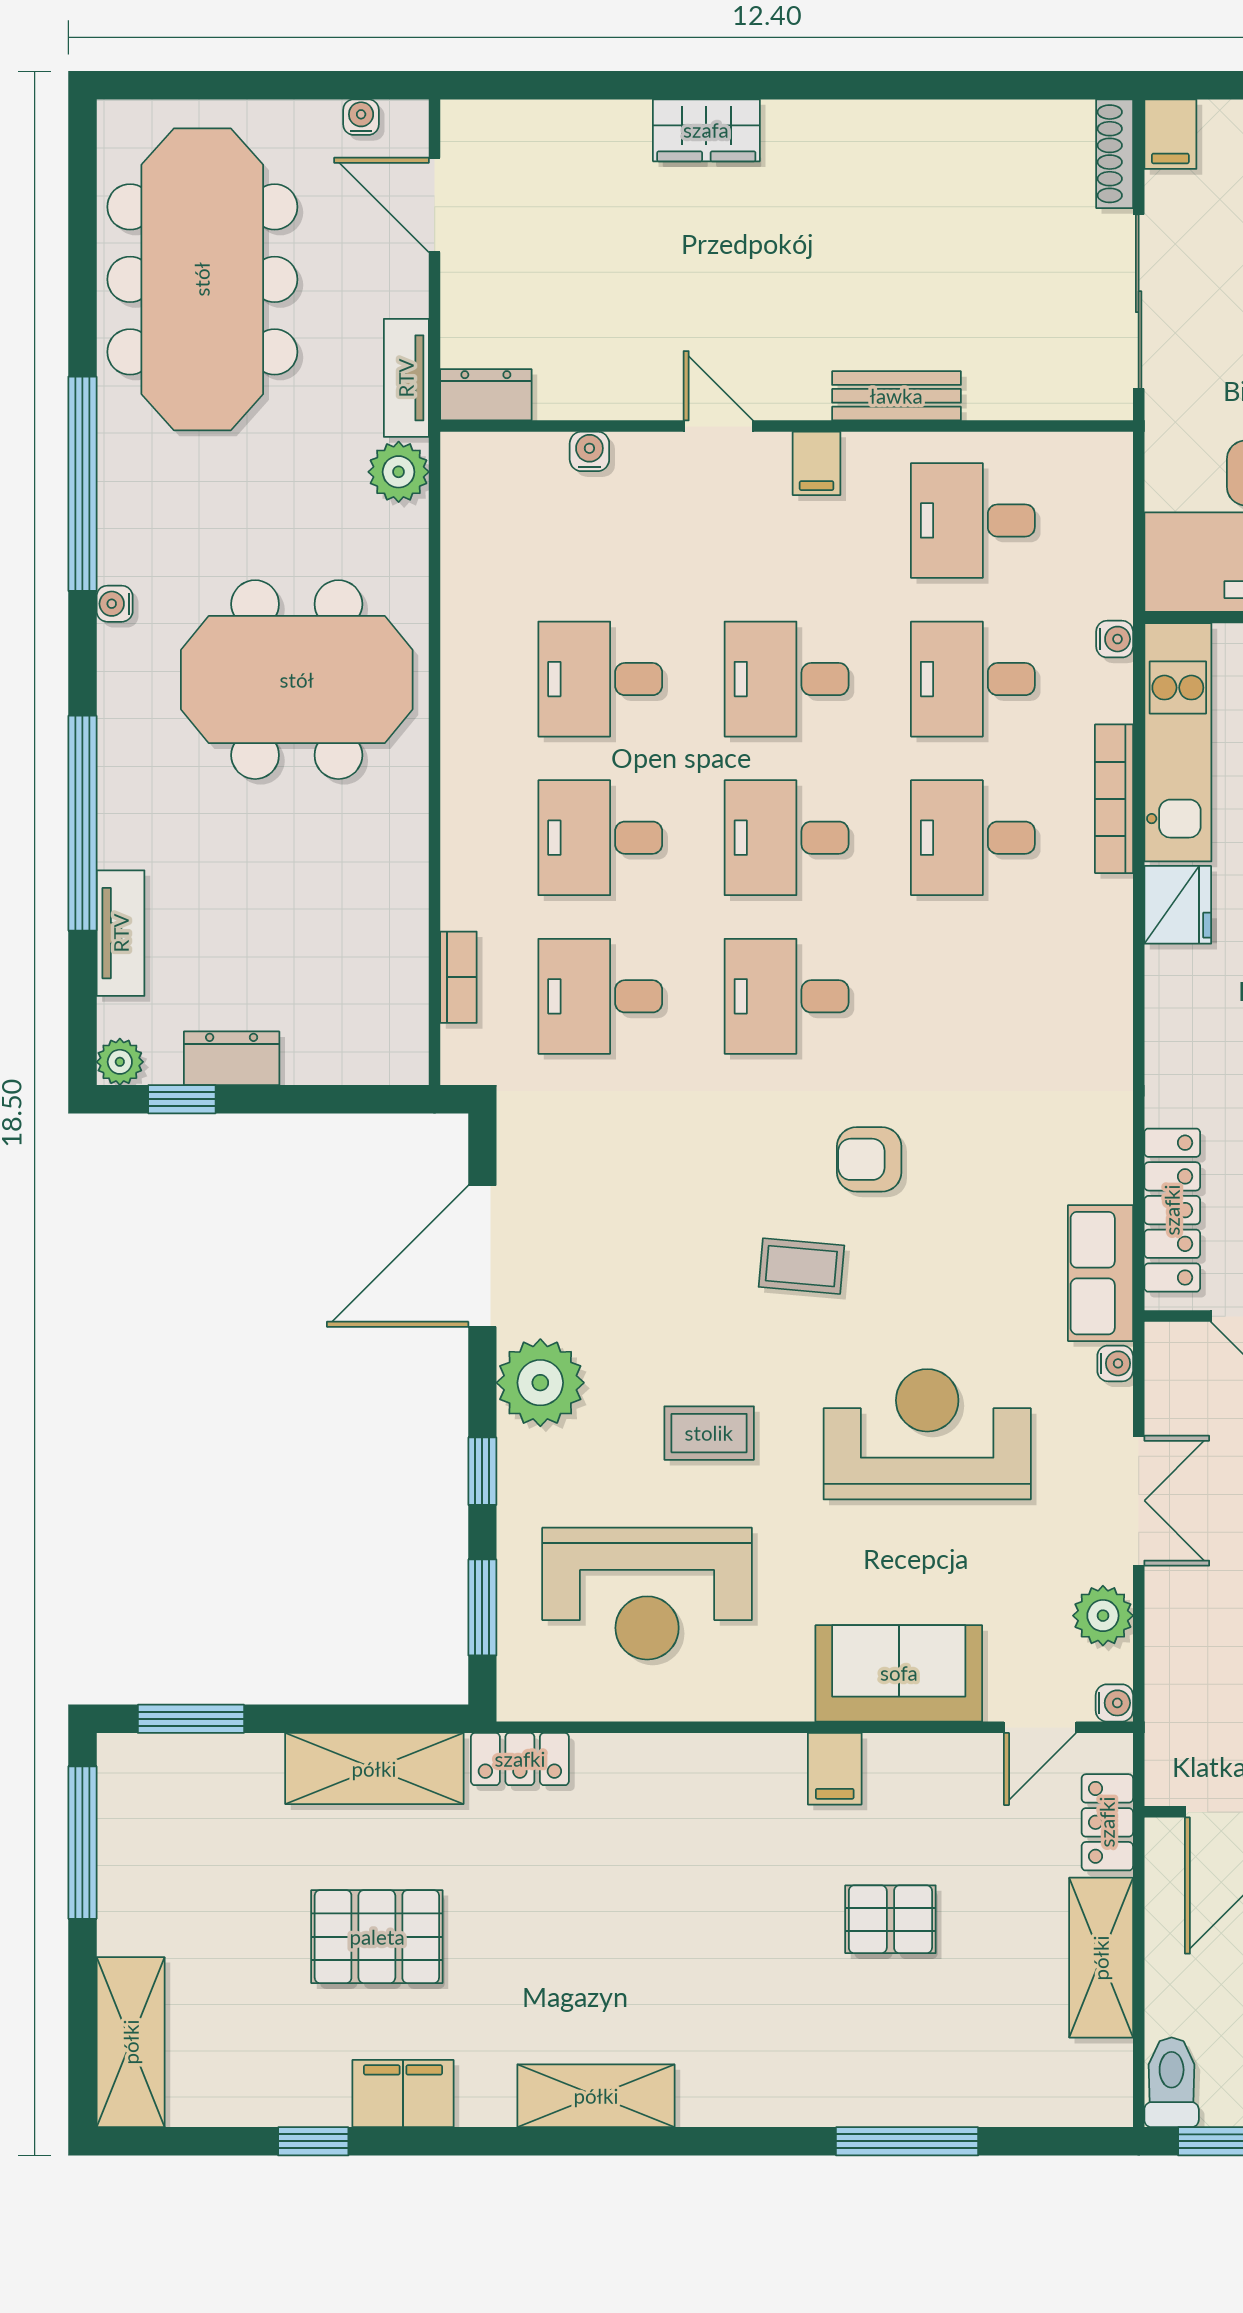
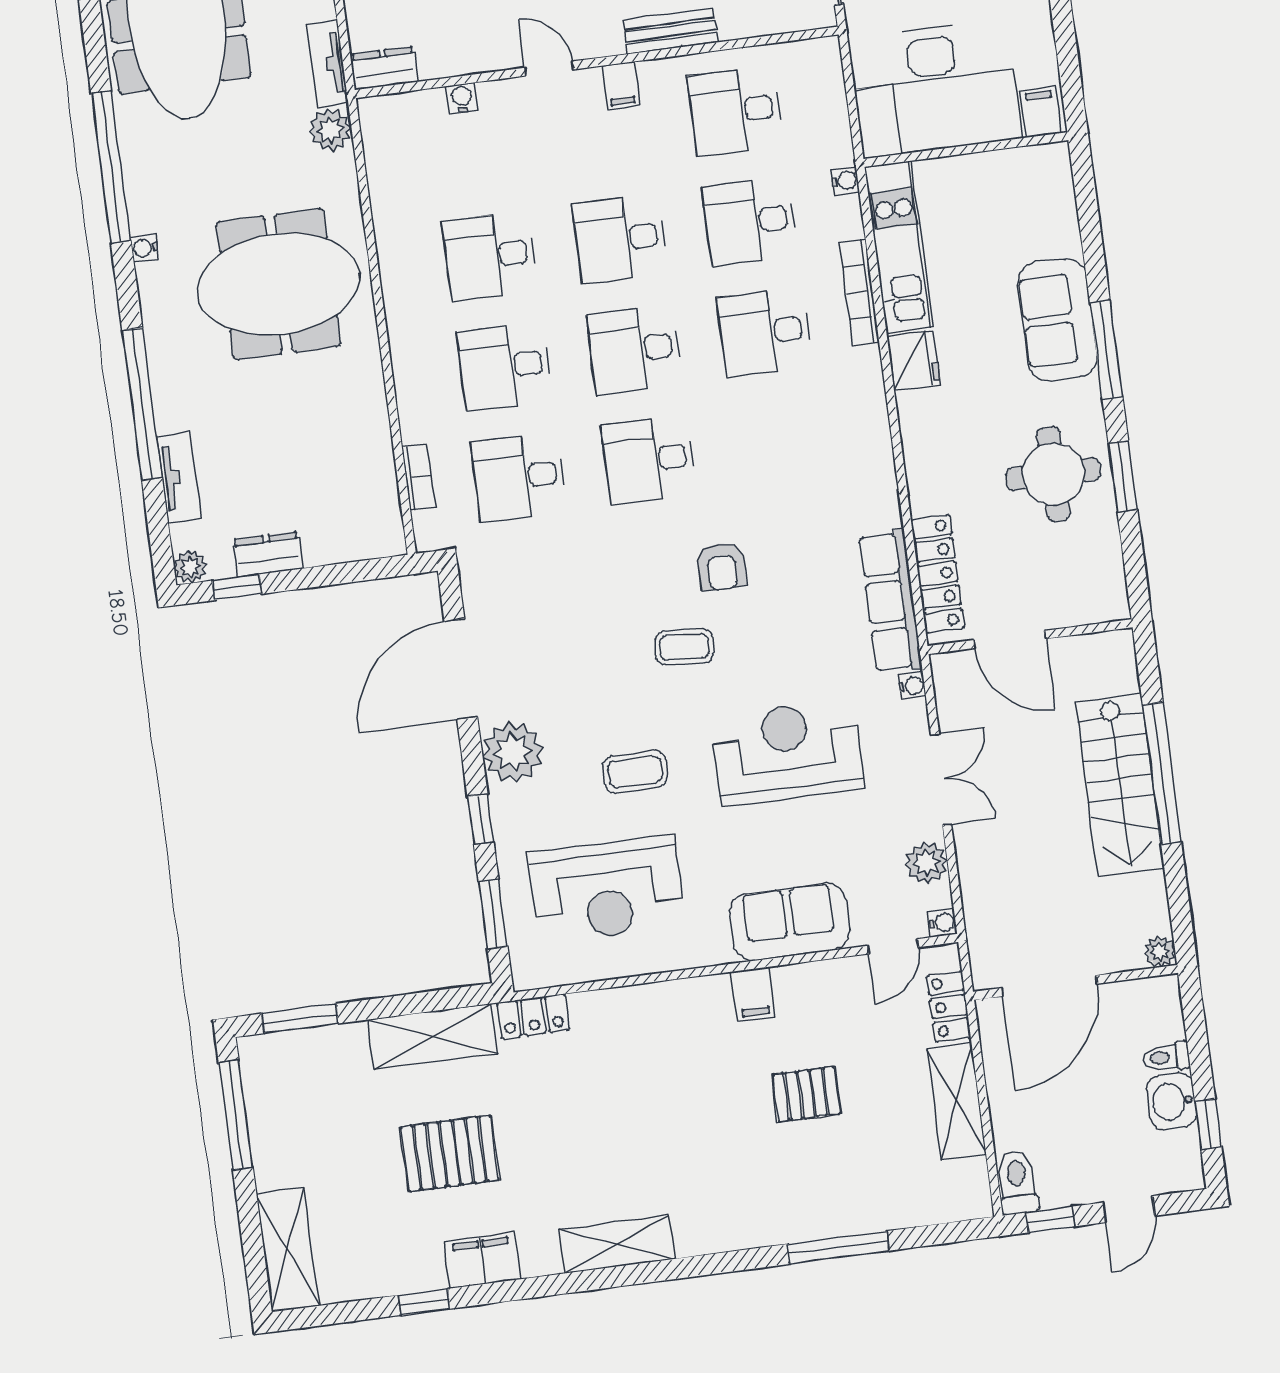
armchair: (869, 1159) -> (722, 566), turned -90
row of seats: (1100, 1273) -> (890, 601), width x1.48

